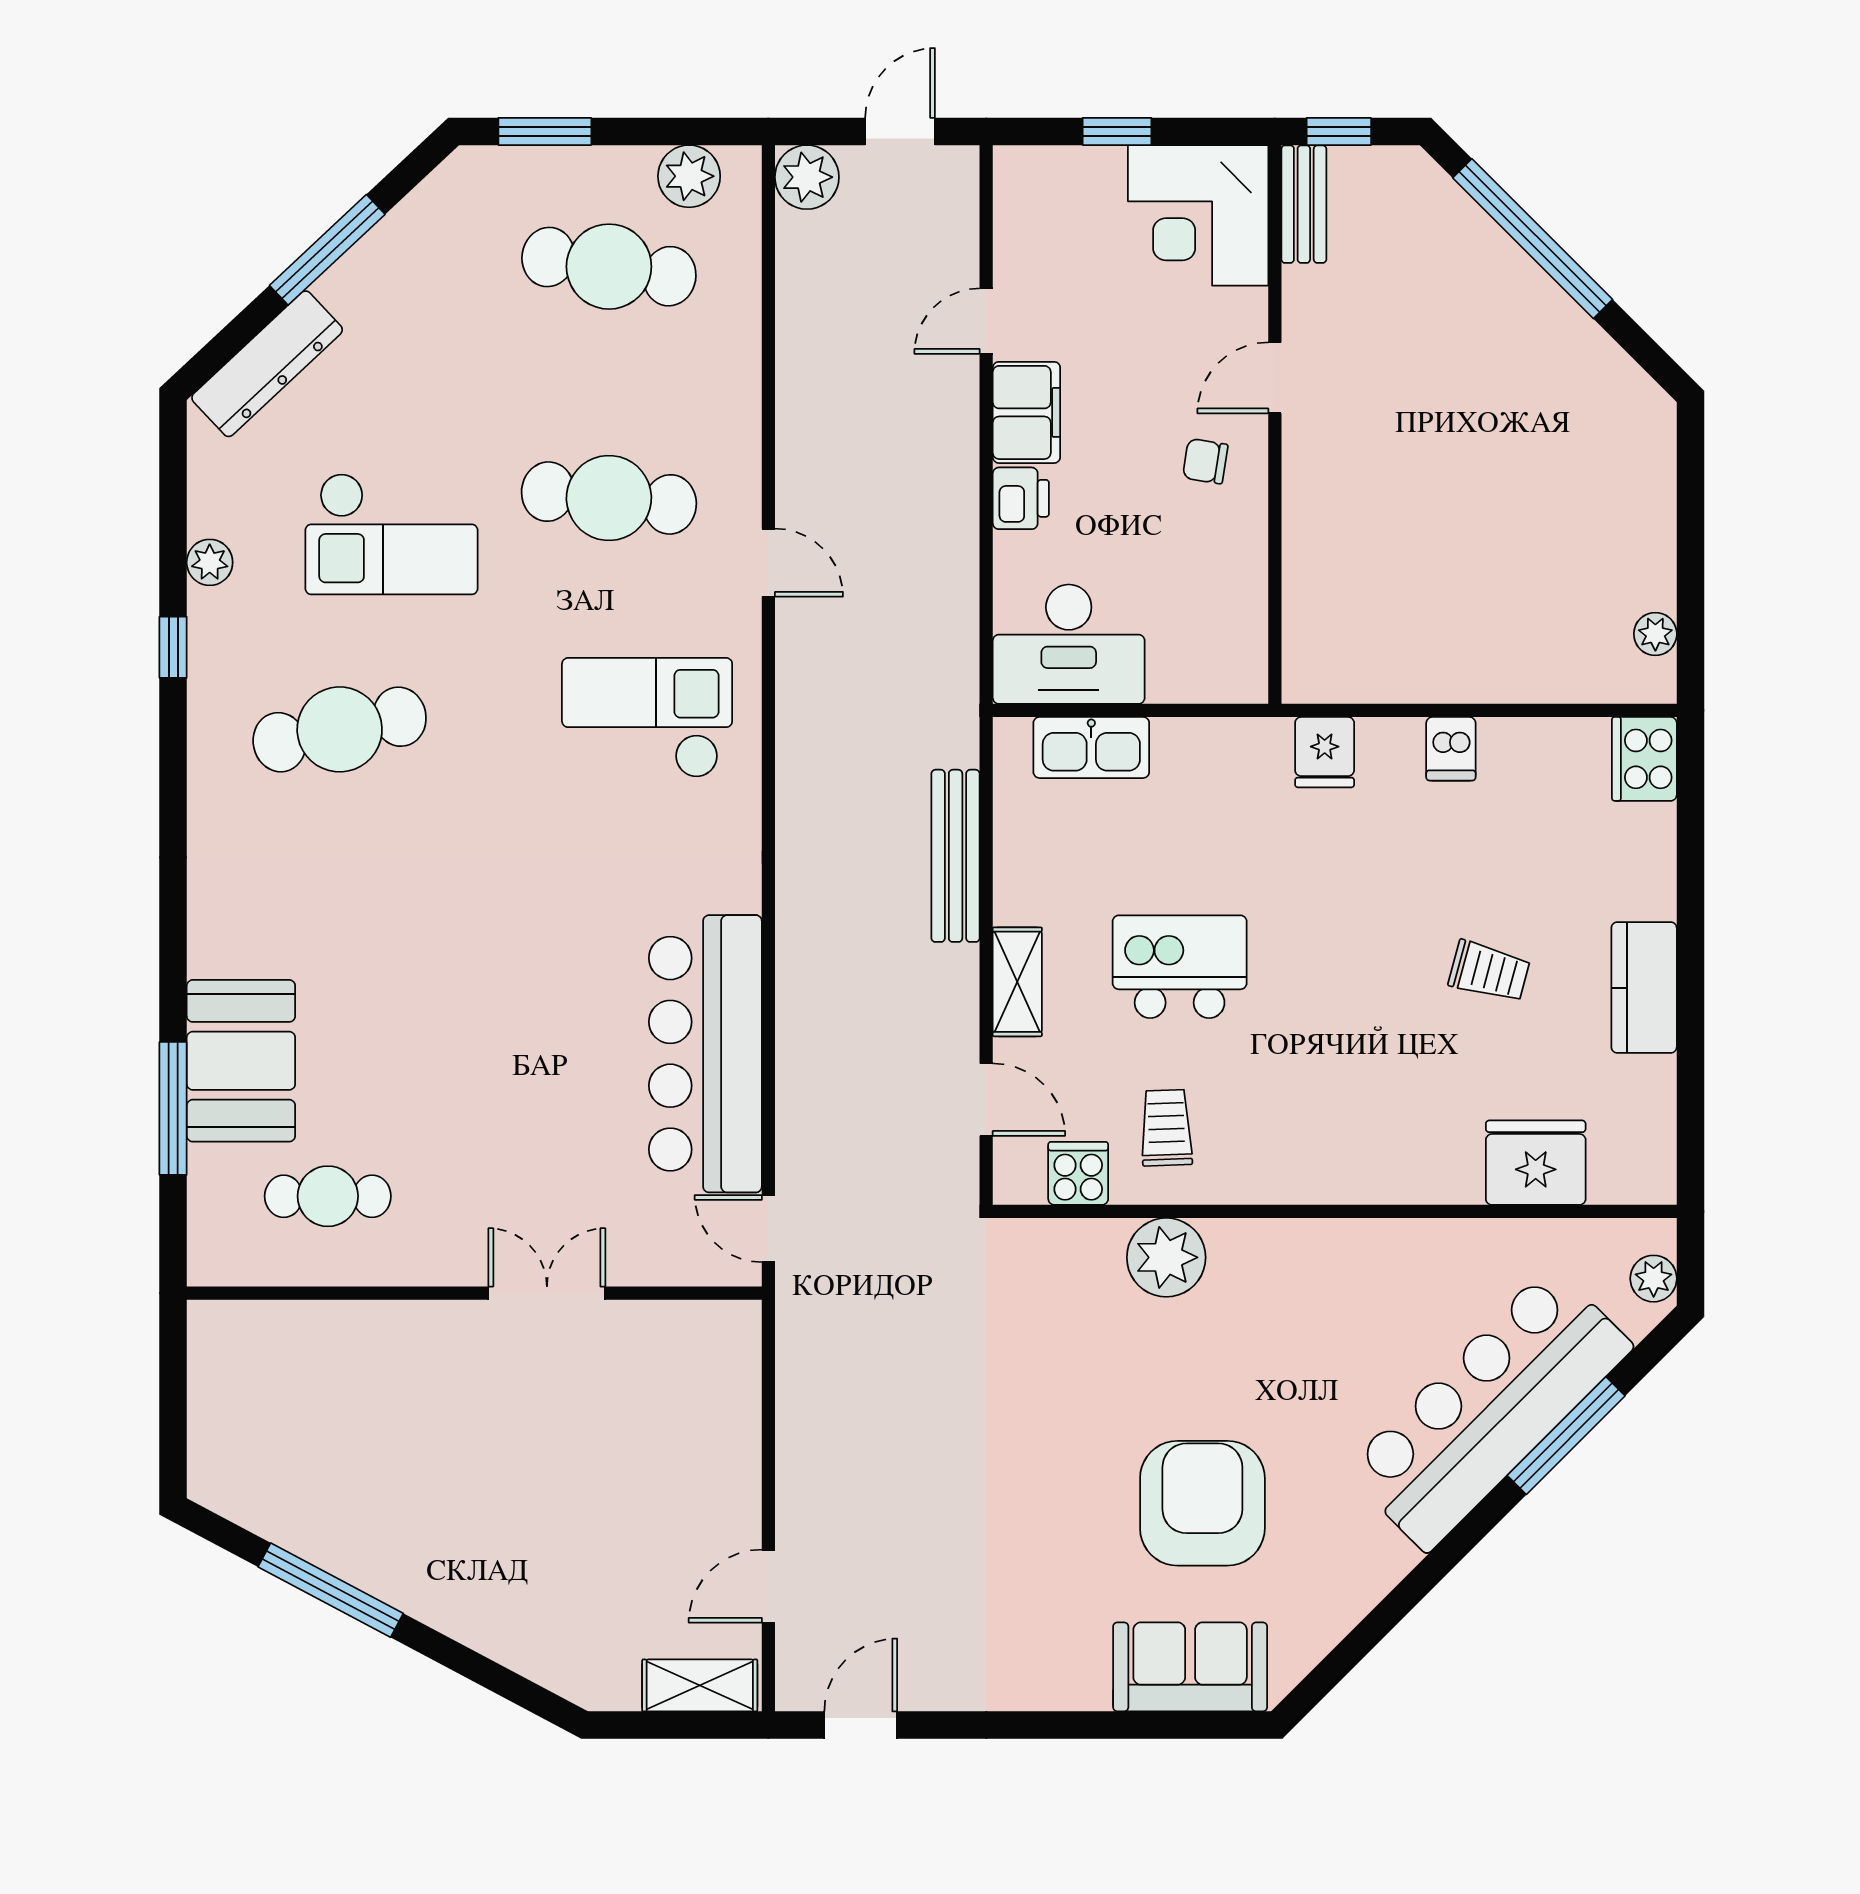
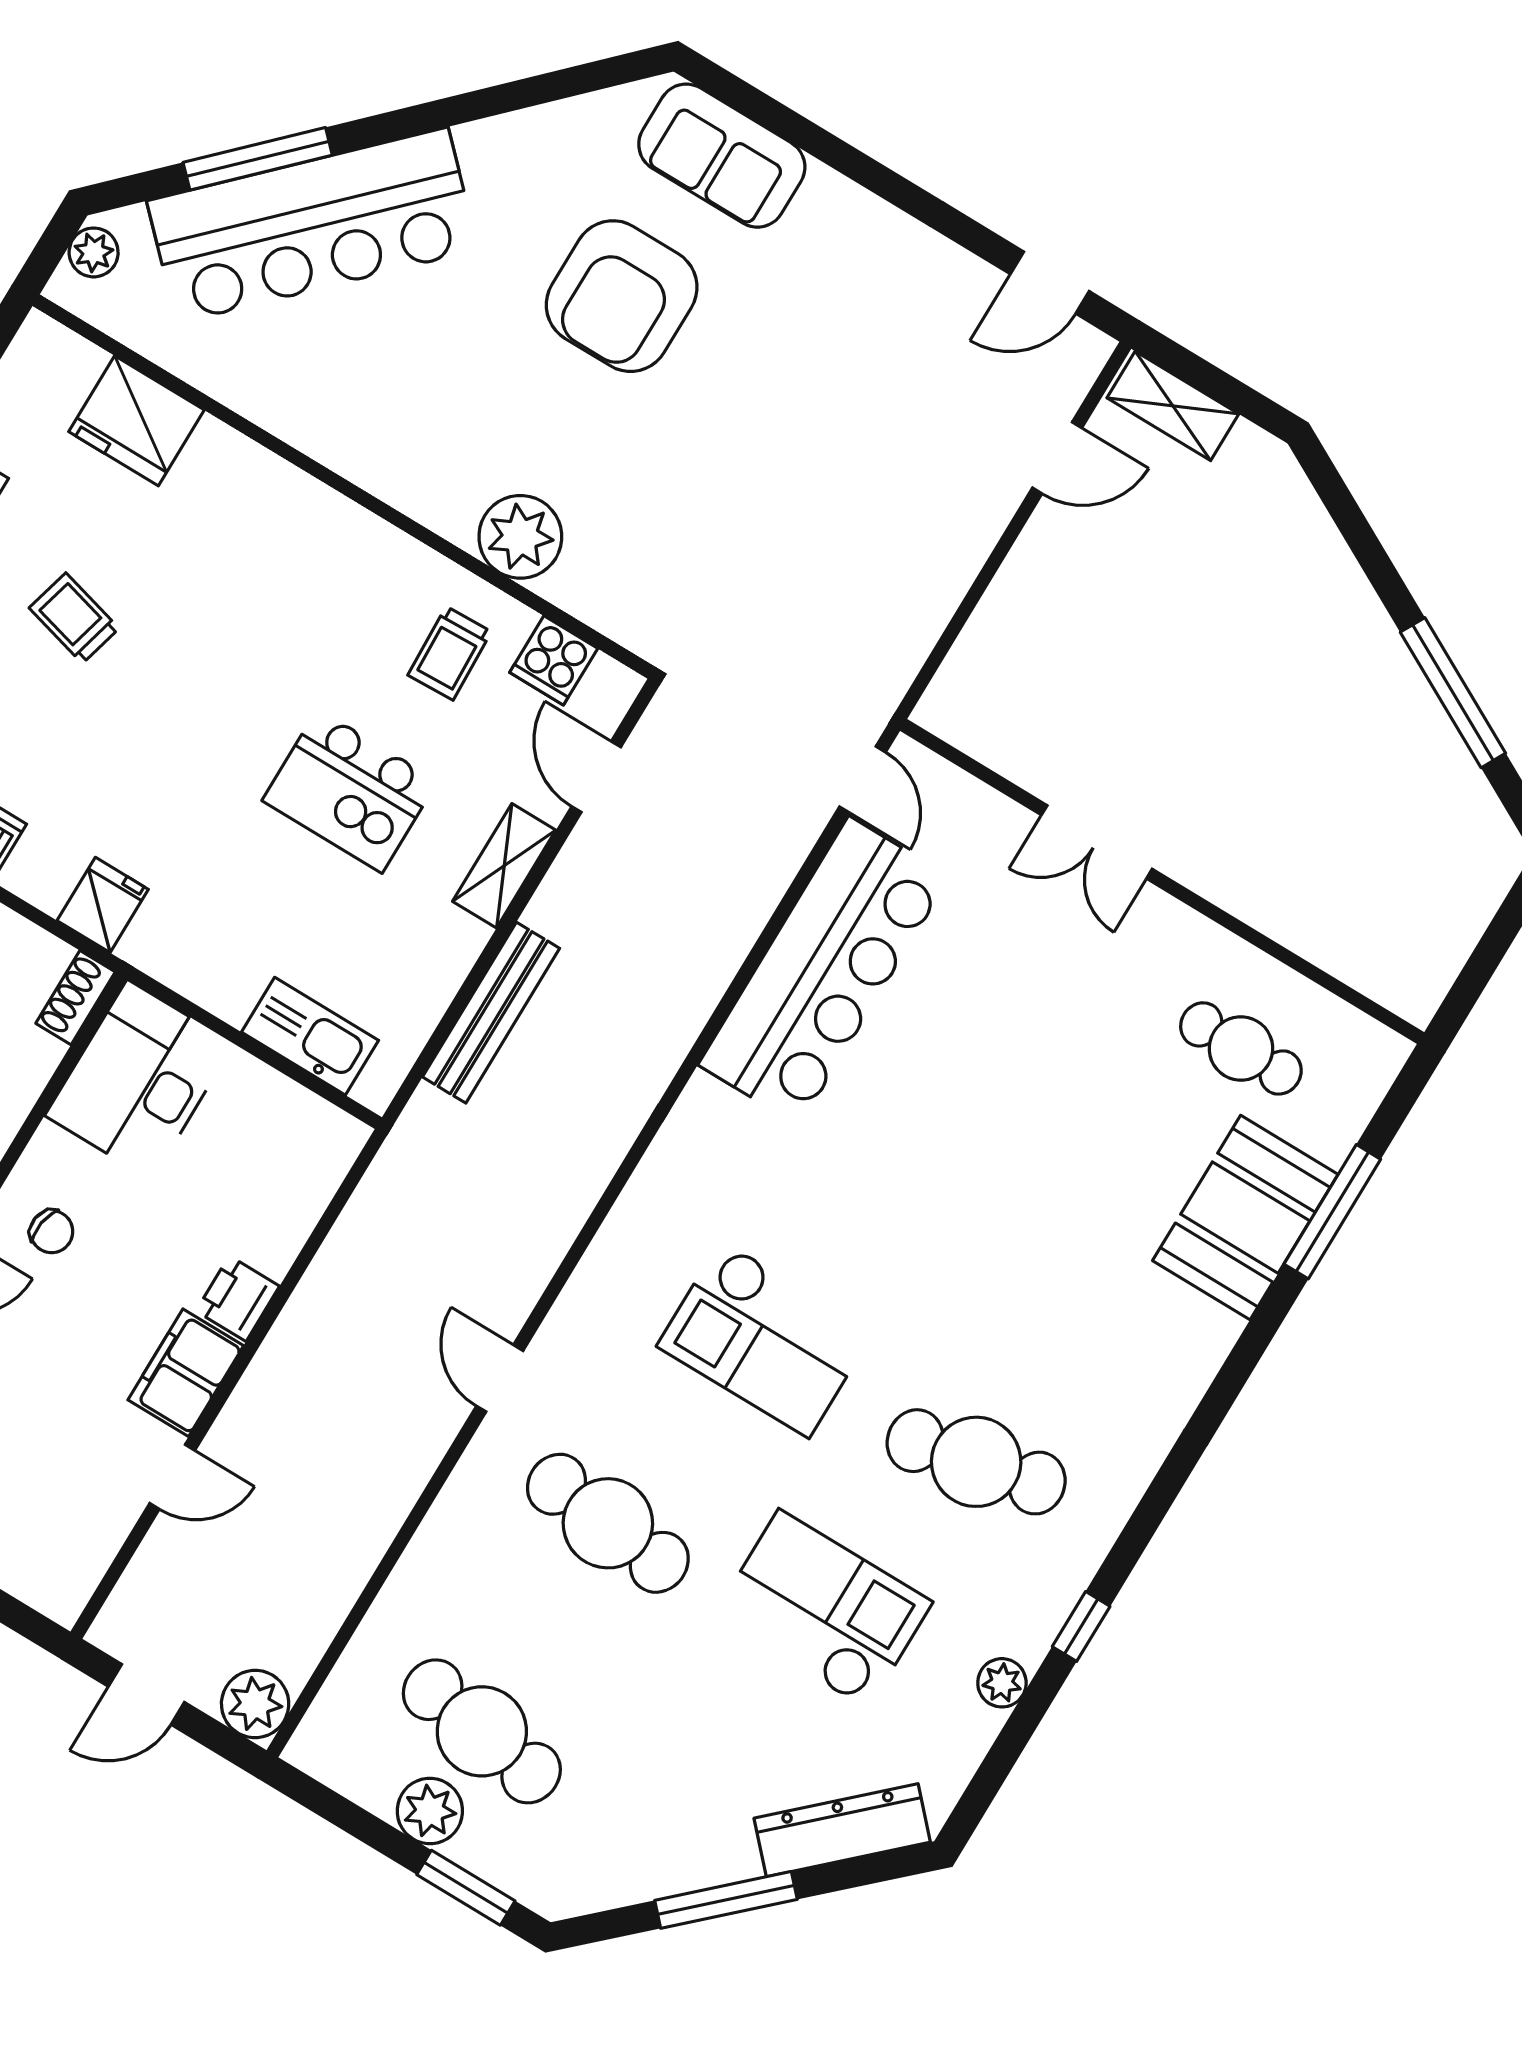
plant: (689, 176) -> (430, 1811), moved
desk: (1069, 644) -> (139, 1080), moved, turned -90
shoe rack: (1301, 663) -> (75, 998), added
checkout: (647, 718) -> (765, 1339), moved

